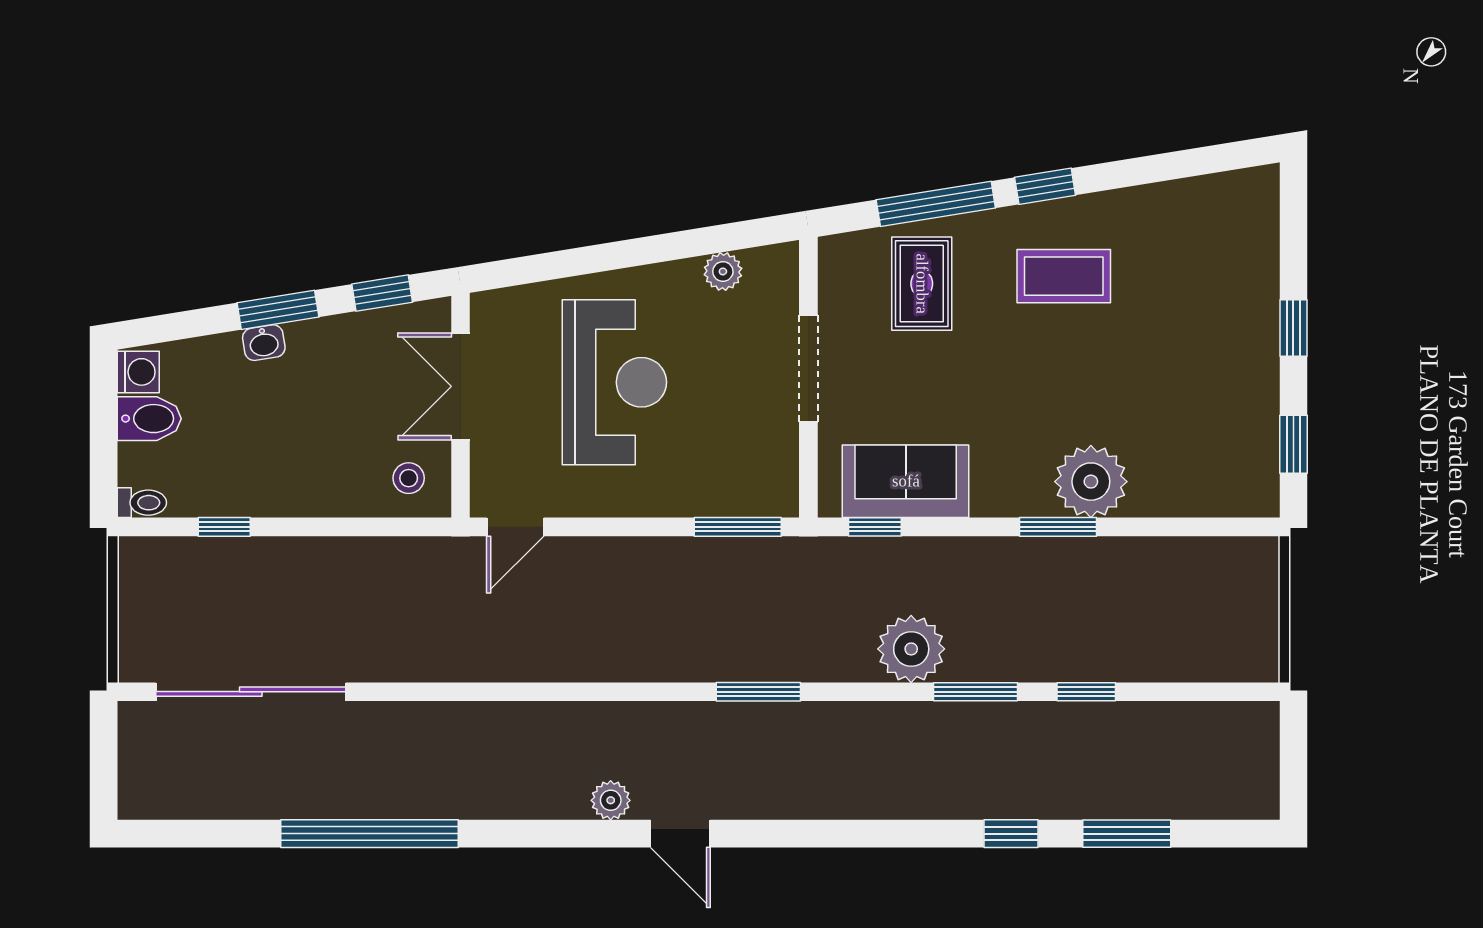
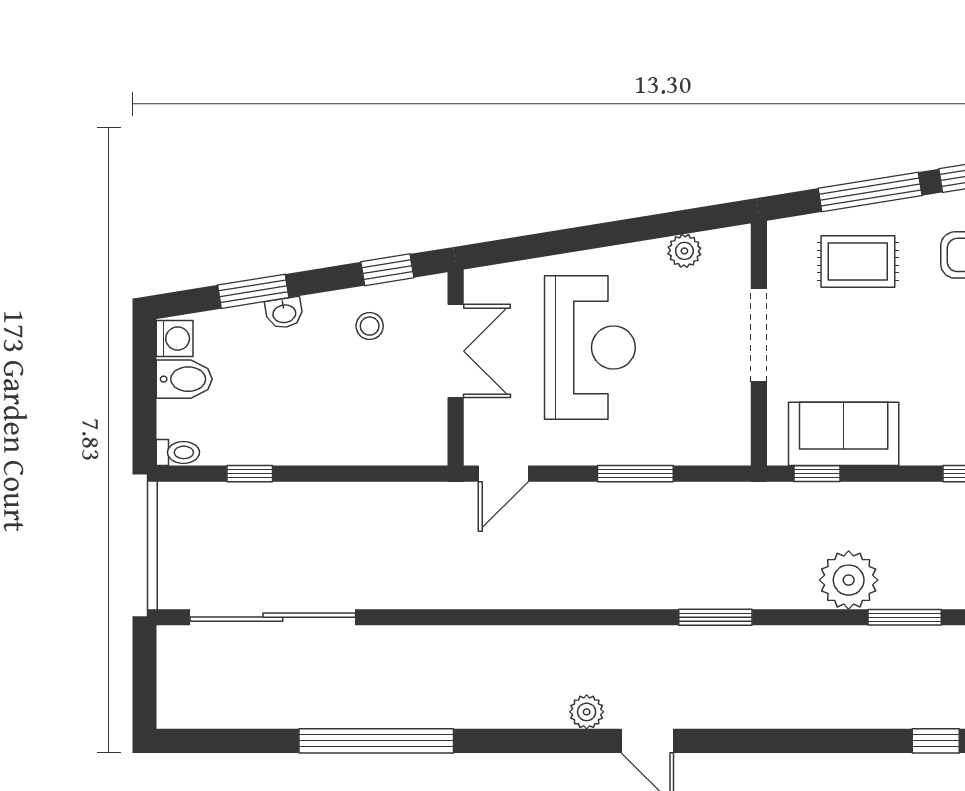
rug: (922, 284) -> (858, 261), turned 90
window: (278, 310) -> (253, 291), moved
double door: (461, 386) -> (456, 351), swing flipped
stool: (409, 478) -> (370, 326), moved
window: (738, 527) -> (635, 474), moved

